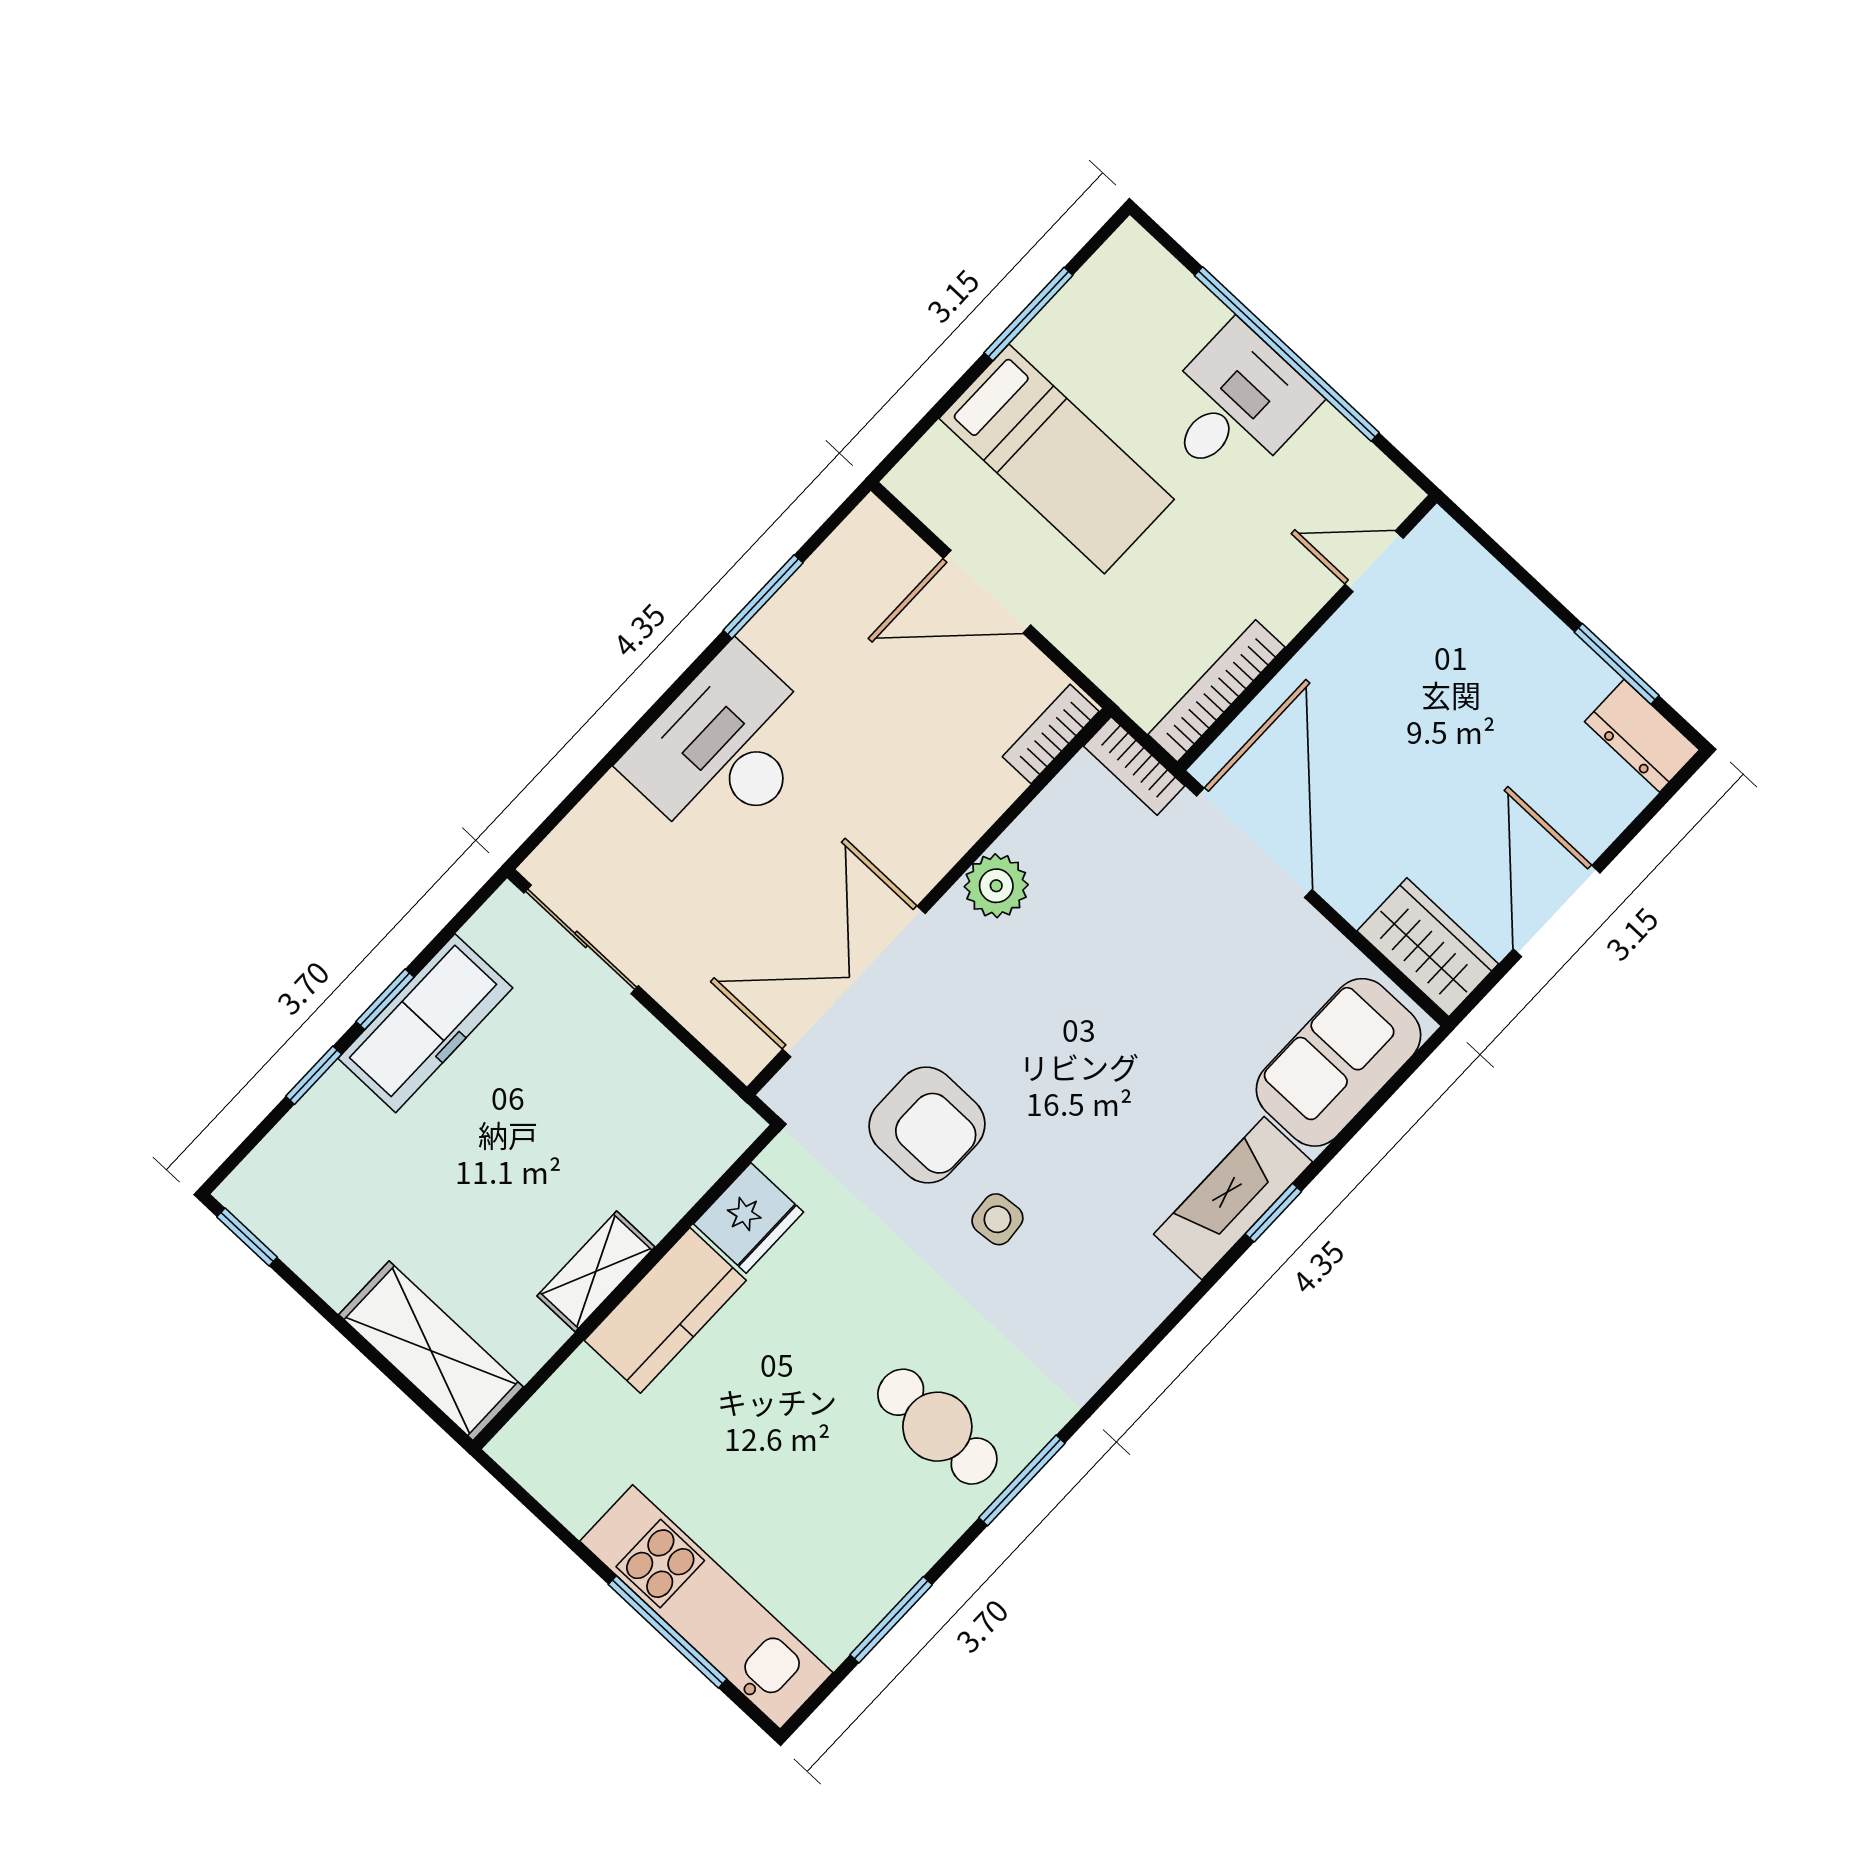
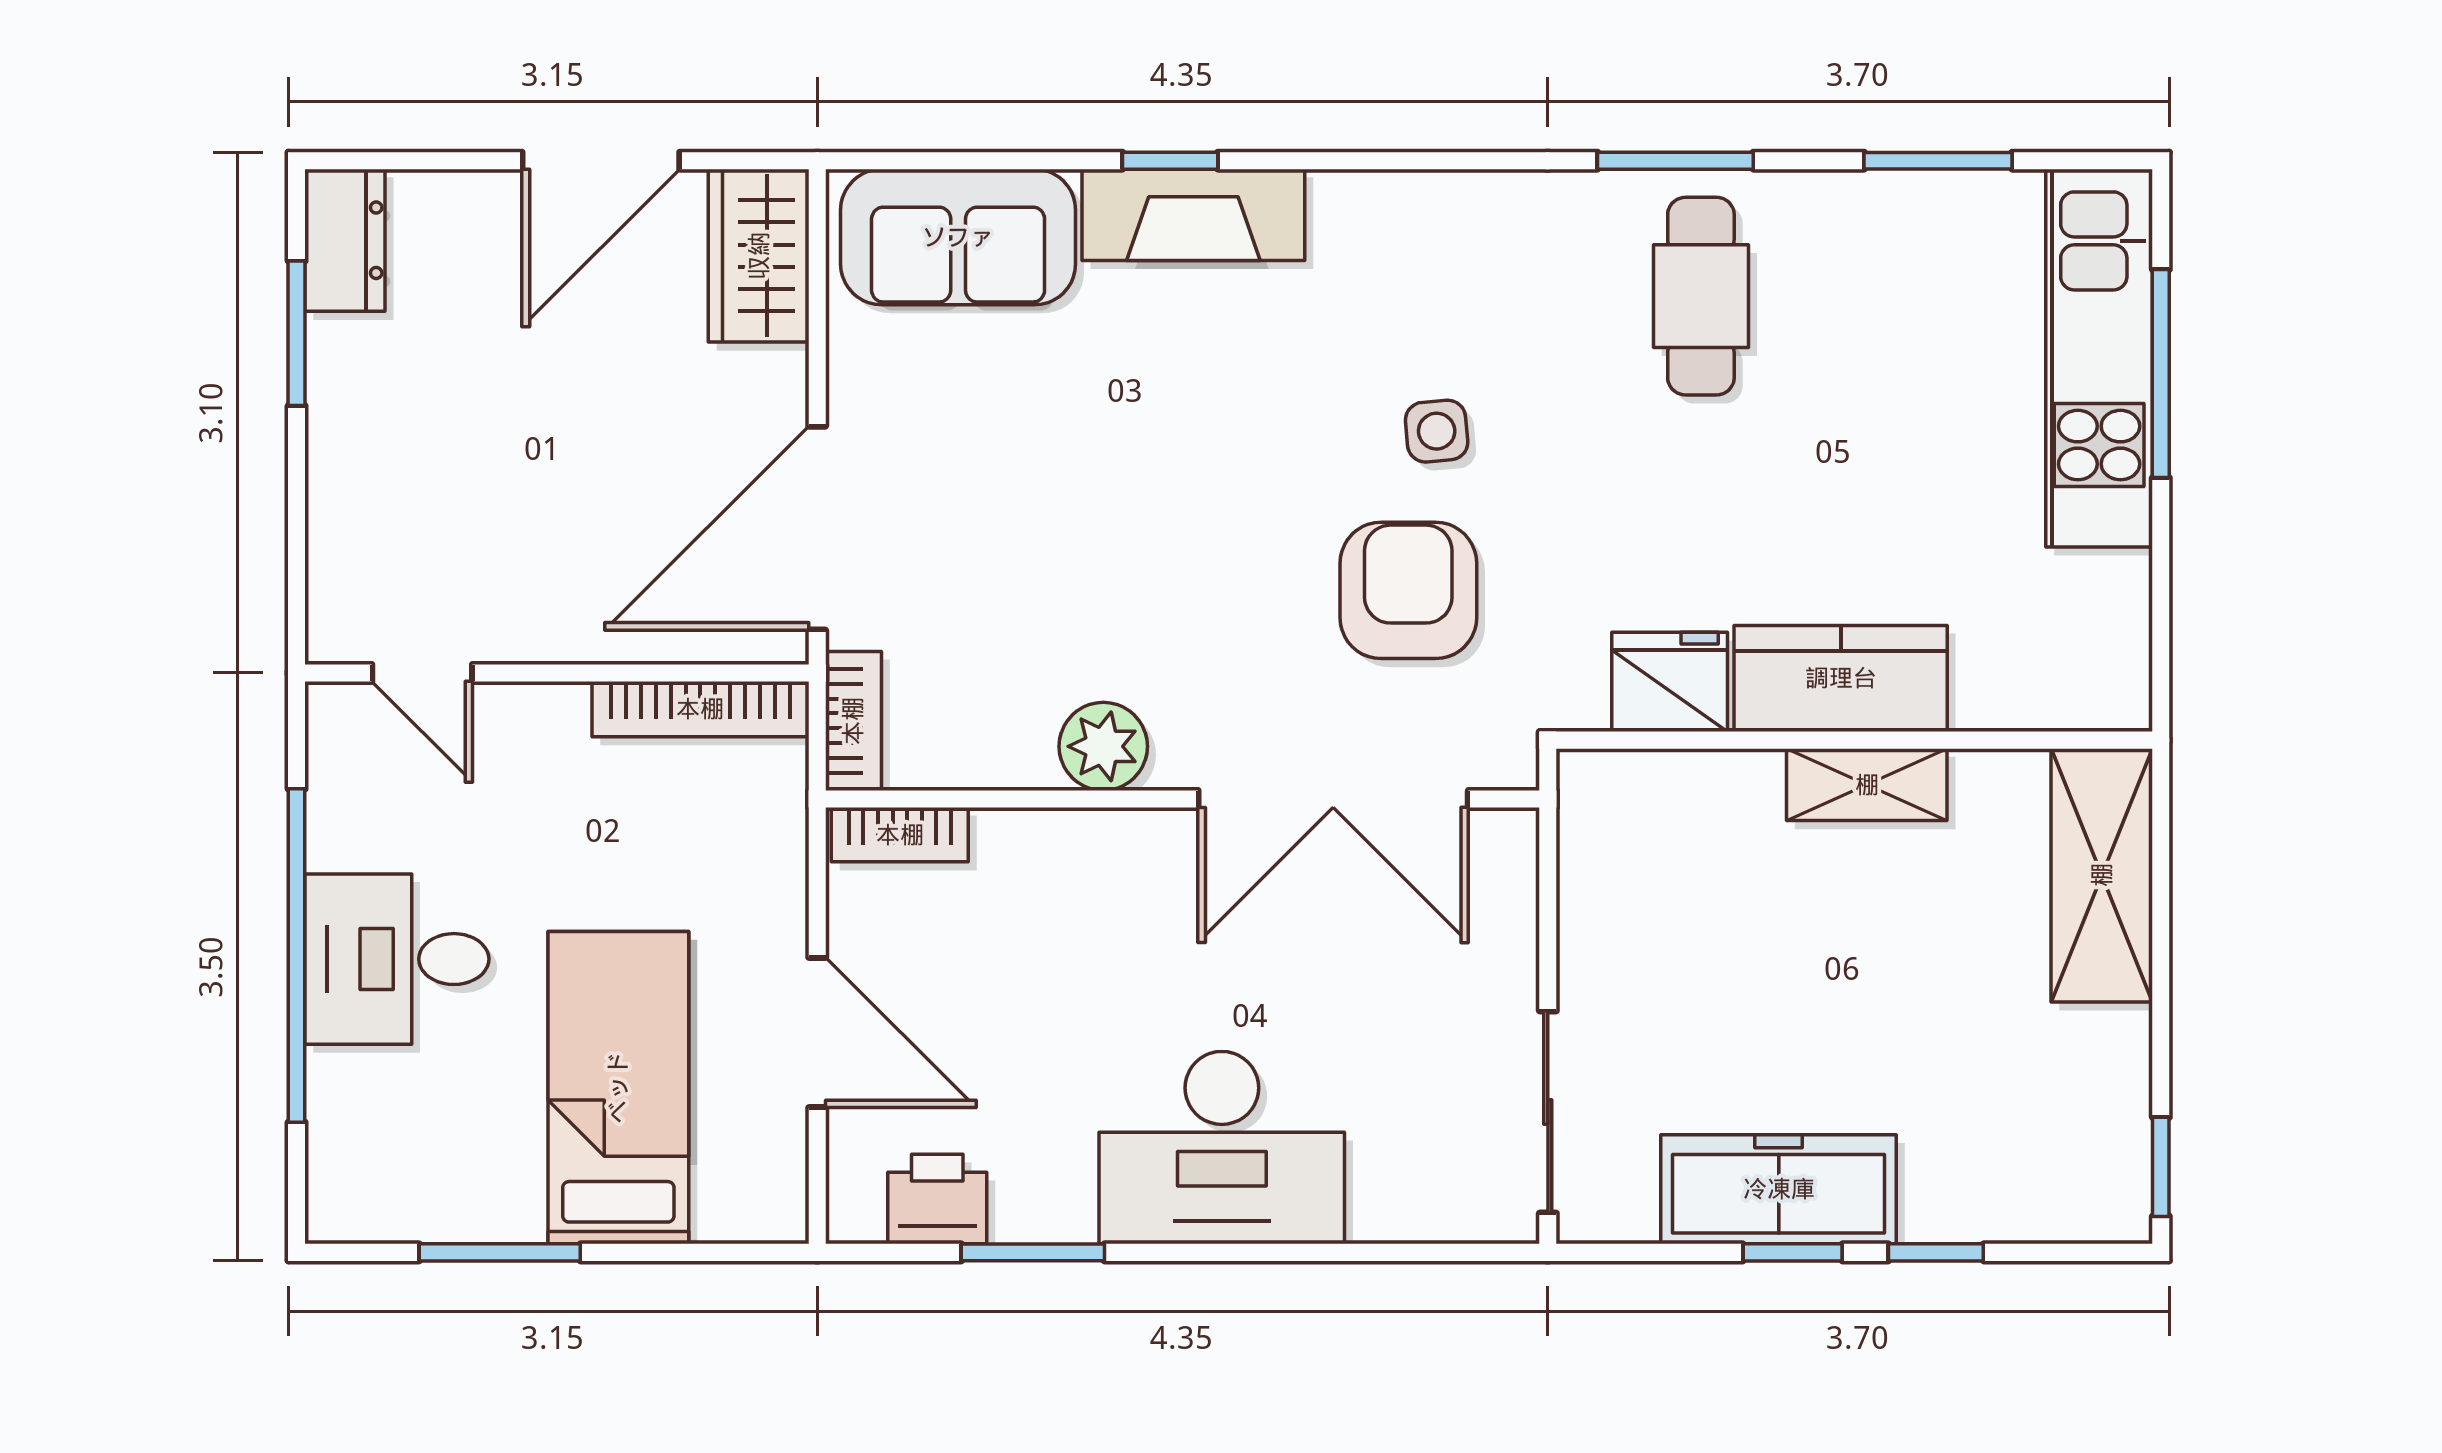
printer: (839, 572) -> (937, 1199), added

